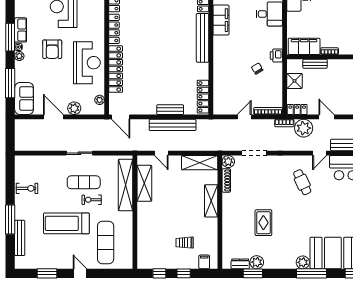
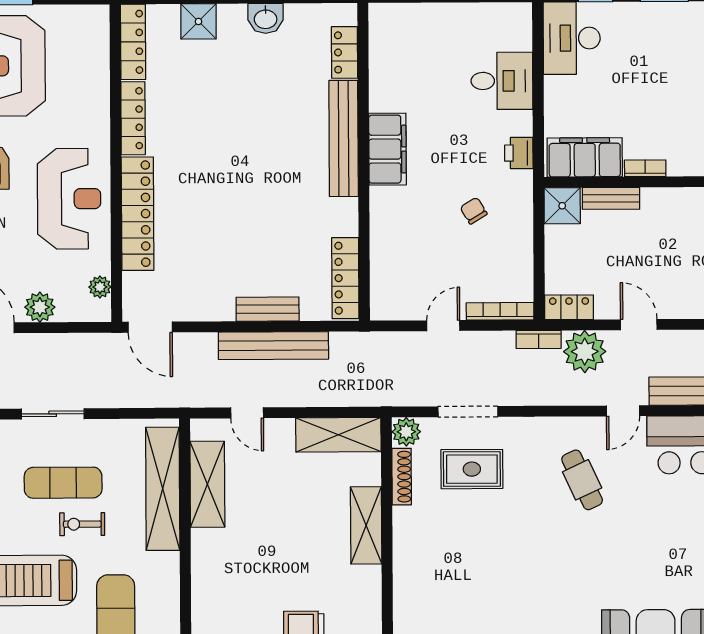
filing cabinet: (221, 20) -> (387, 149), moved
printer: (276, 56) -> (519, 153), moved
shower: (294, 81) -> (562, 206), moved
rug: (263, 223) -> (472, 469), moved, turned 90

